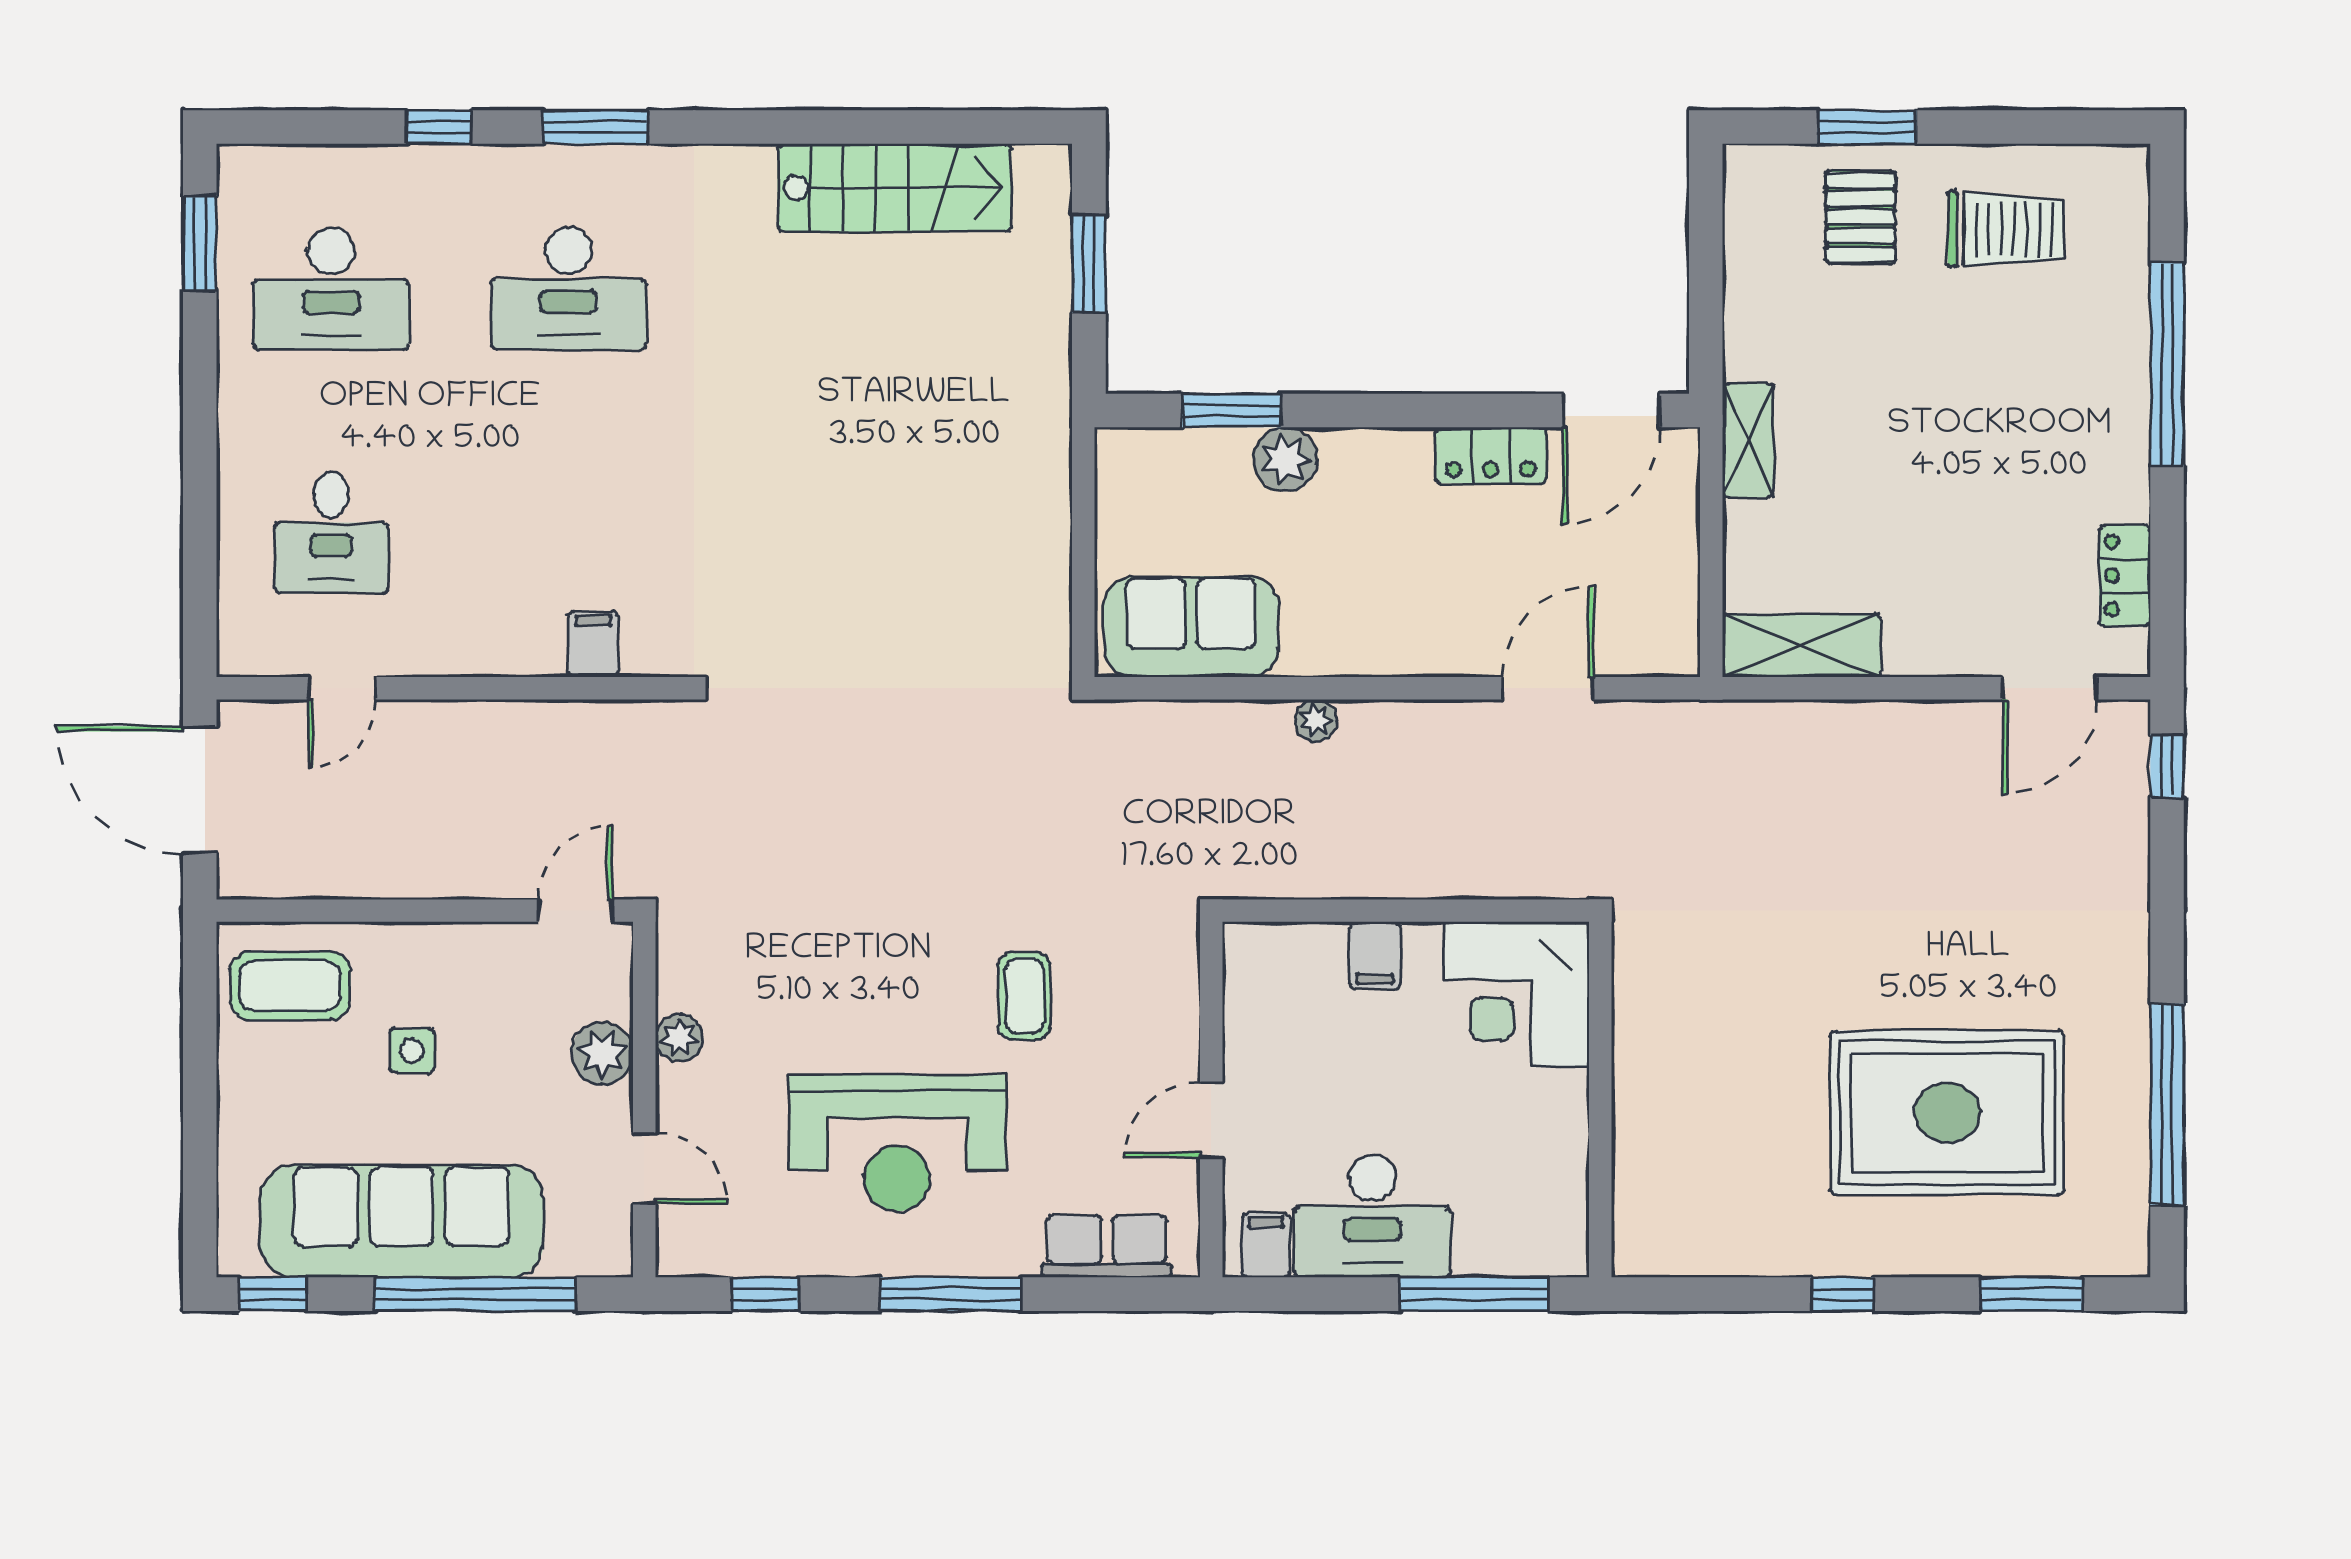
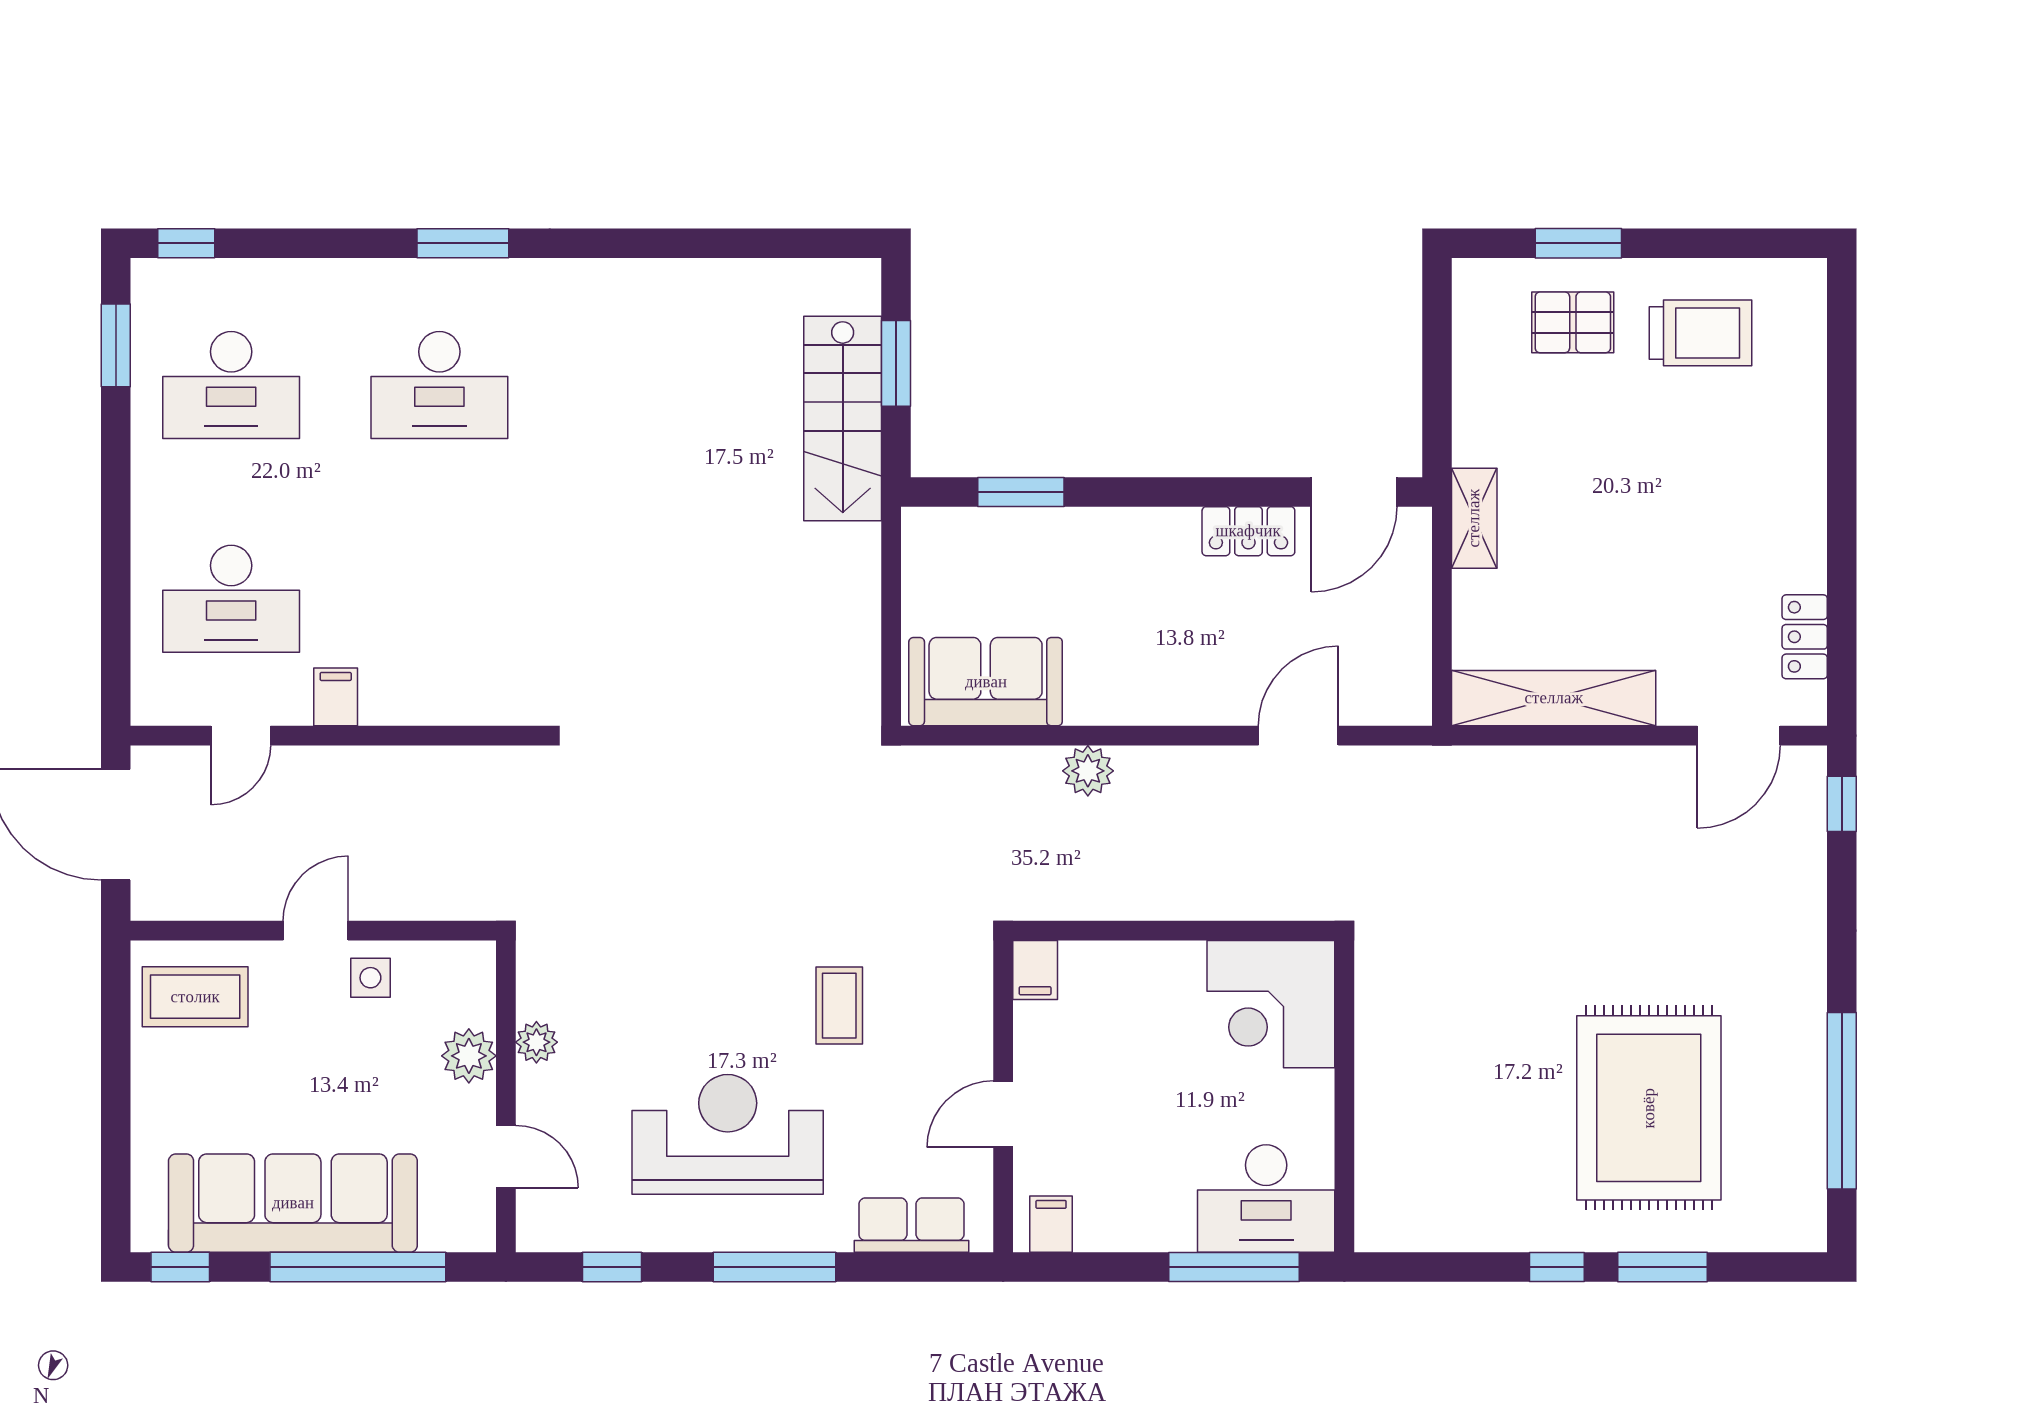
window: (439, 127) -> (186, 243), moved
stairs: (894, 188) -> (843, 418), moved, turned 90
pallet: (1861, 217) -> (1573, 322), turned 90
window: (2167, 364) -> (1842, 451), removed
plant: (1285, 459) -> (1068, 535), removed
desk: (331, 532) -> (231, 599), width x1.37
filing cabinet: (593, 644) -> (336, 697), moved
shelving: (1802, 646) -> (1554, 698), width x1.47
plant: (1316, 720) -> (1088, 771), width x1.38, depth x1.38
door: (576, 911) -> (316, 931), moved
filing cabinet: (1375, 955) -> (1035, 970), moved
side table: (412, 1051) -> (370, 978), moved
rug: (1947, 1113) -> (1649, 1108), turned 90
reception desk: (897, 1143) -> (728, 1134), turned 180
desk: (1373, 1216) -> (1266, 1199), moved
window: (2032, 1294) -> (1662, 1267), moved

